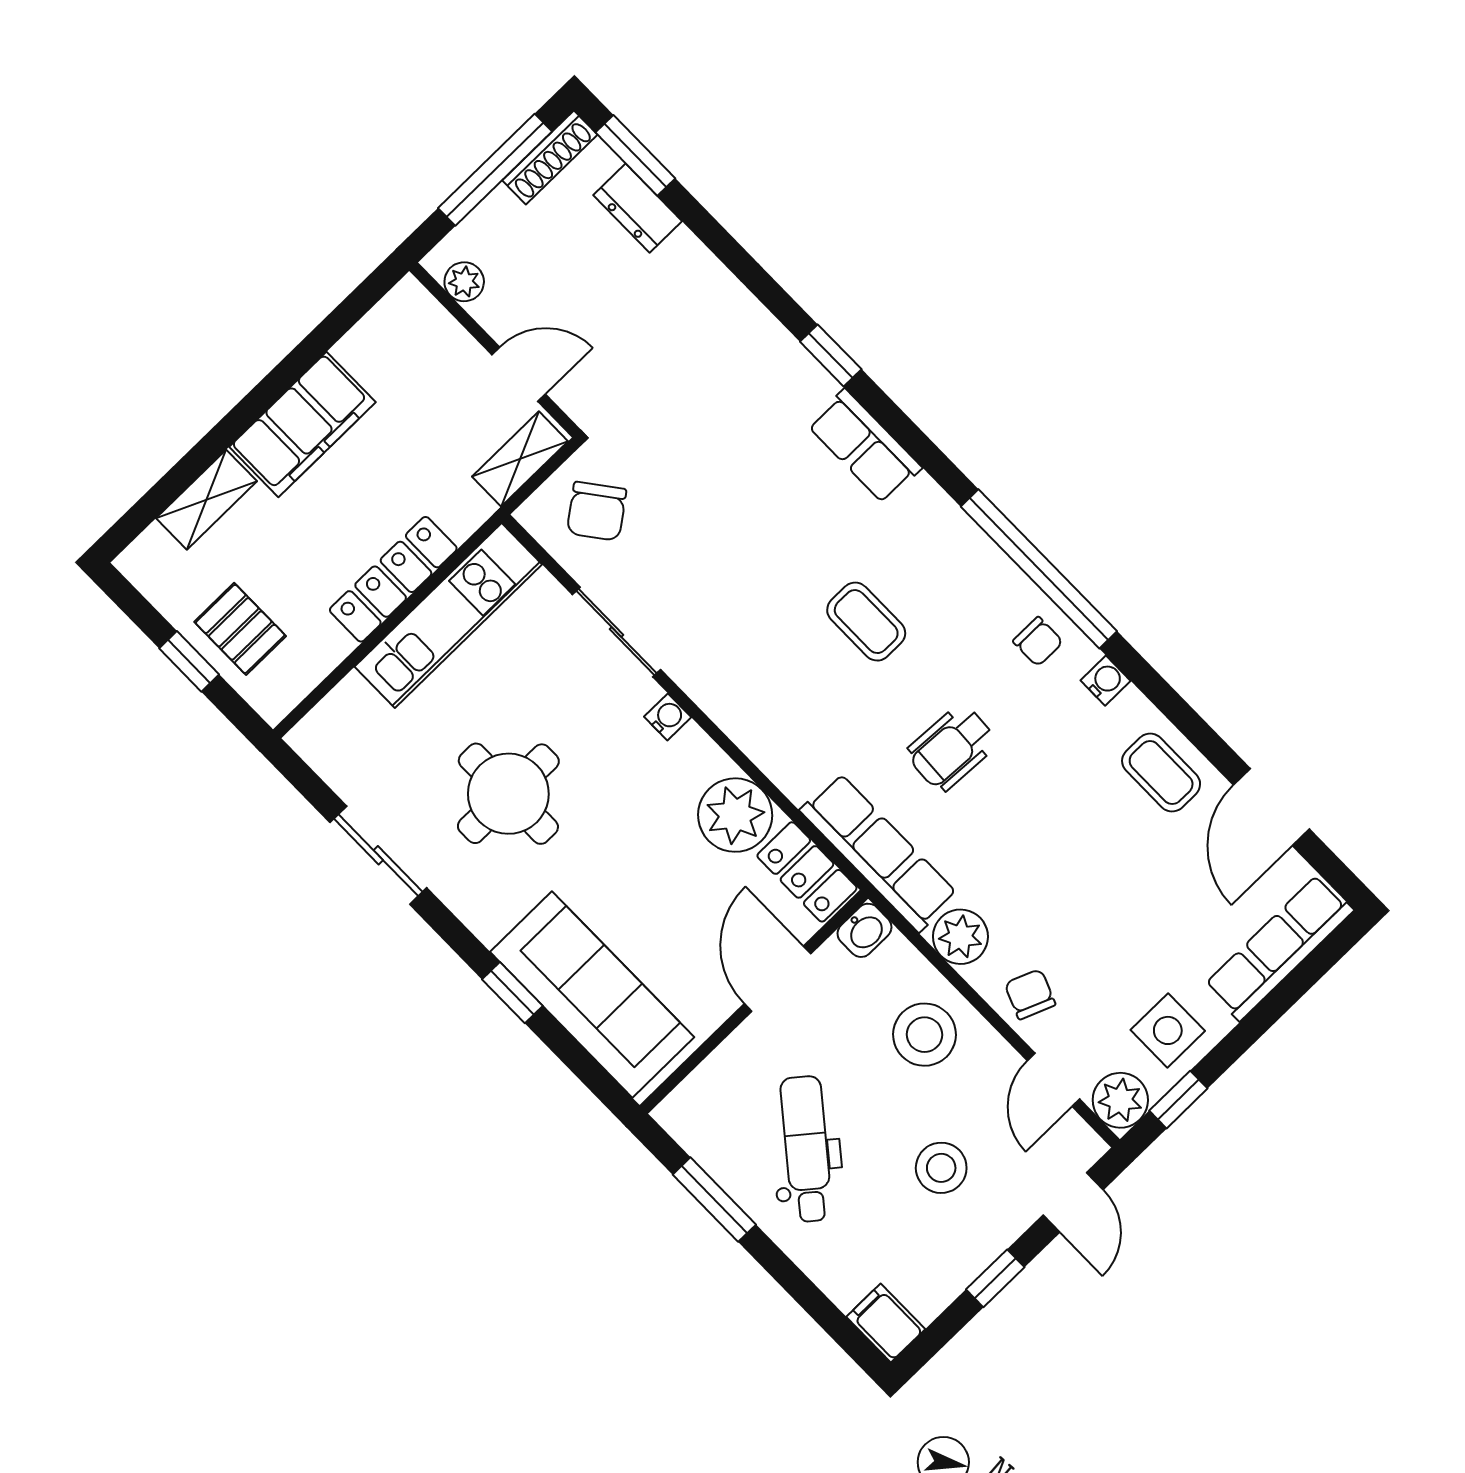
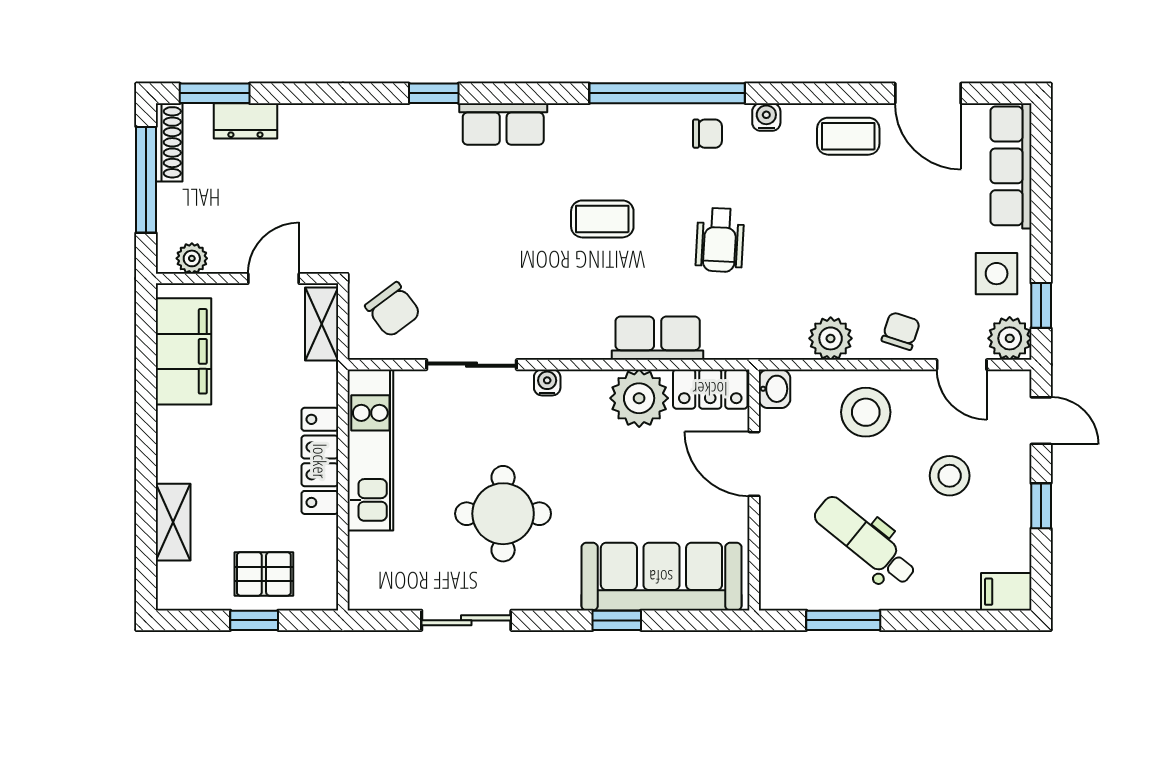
filing cabinet: (302, 424) -> (183, 351), moved
row of seats: (879, 852) -> (658, 338), moved, width x0.68
chair: (1030, 994) -> (901, 331), turned 86

